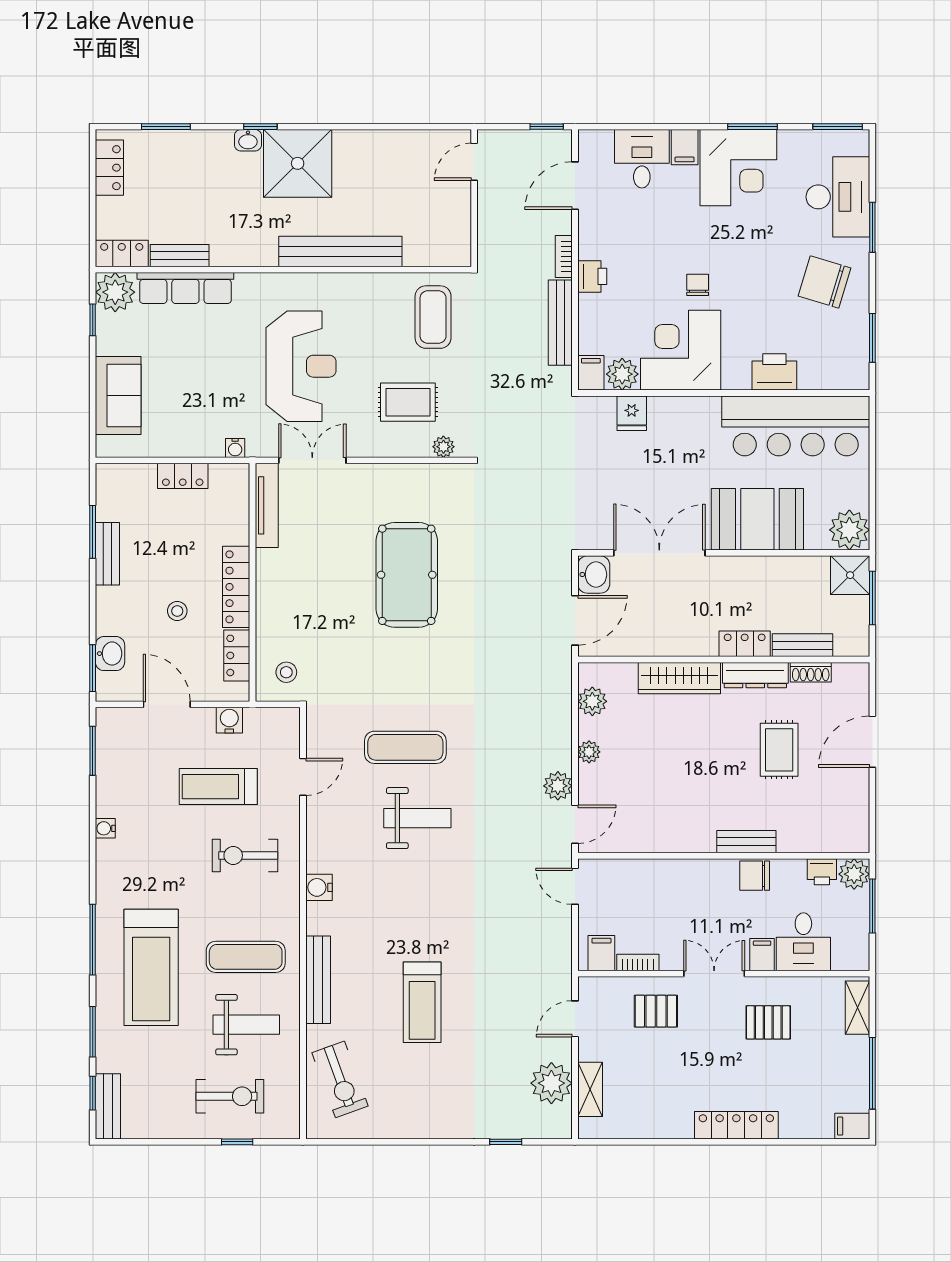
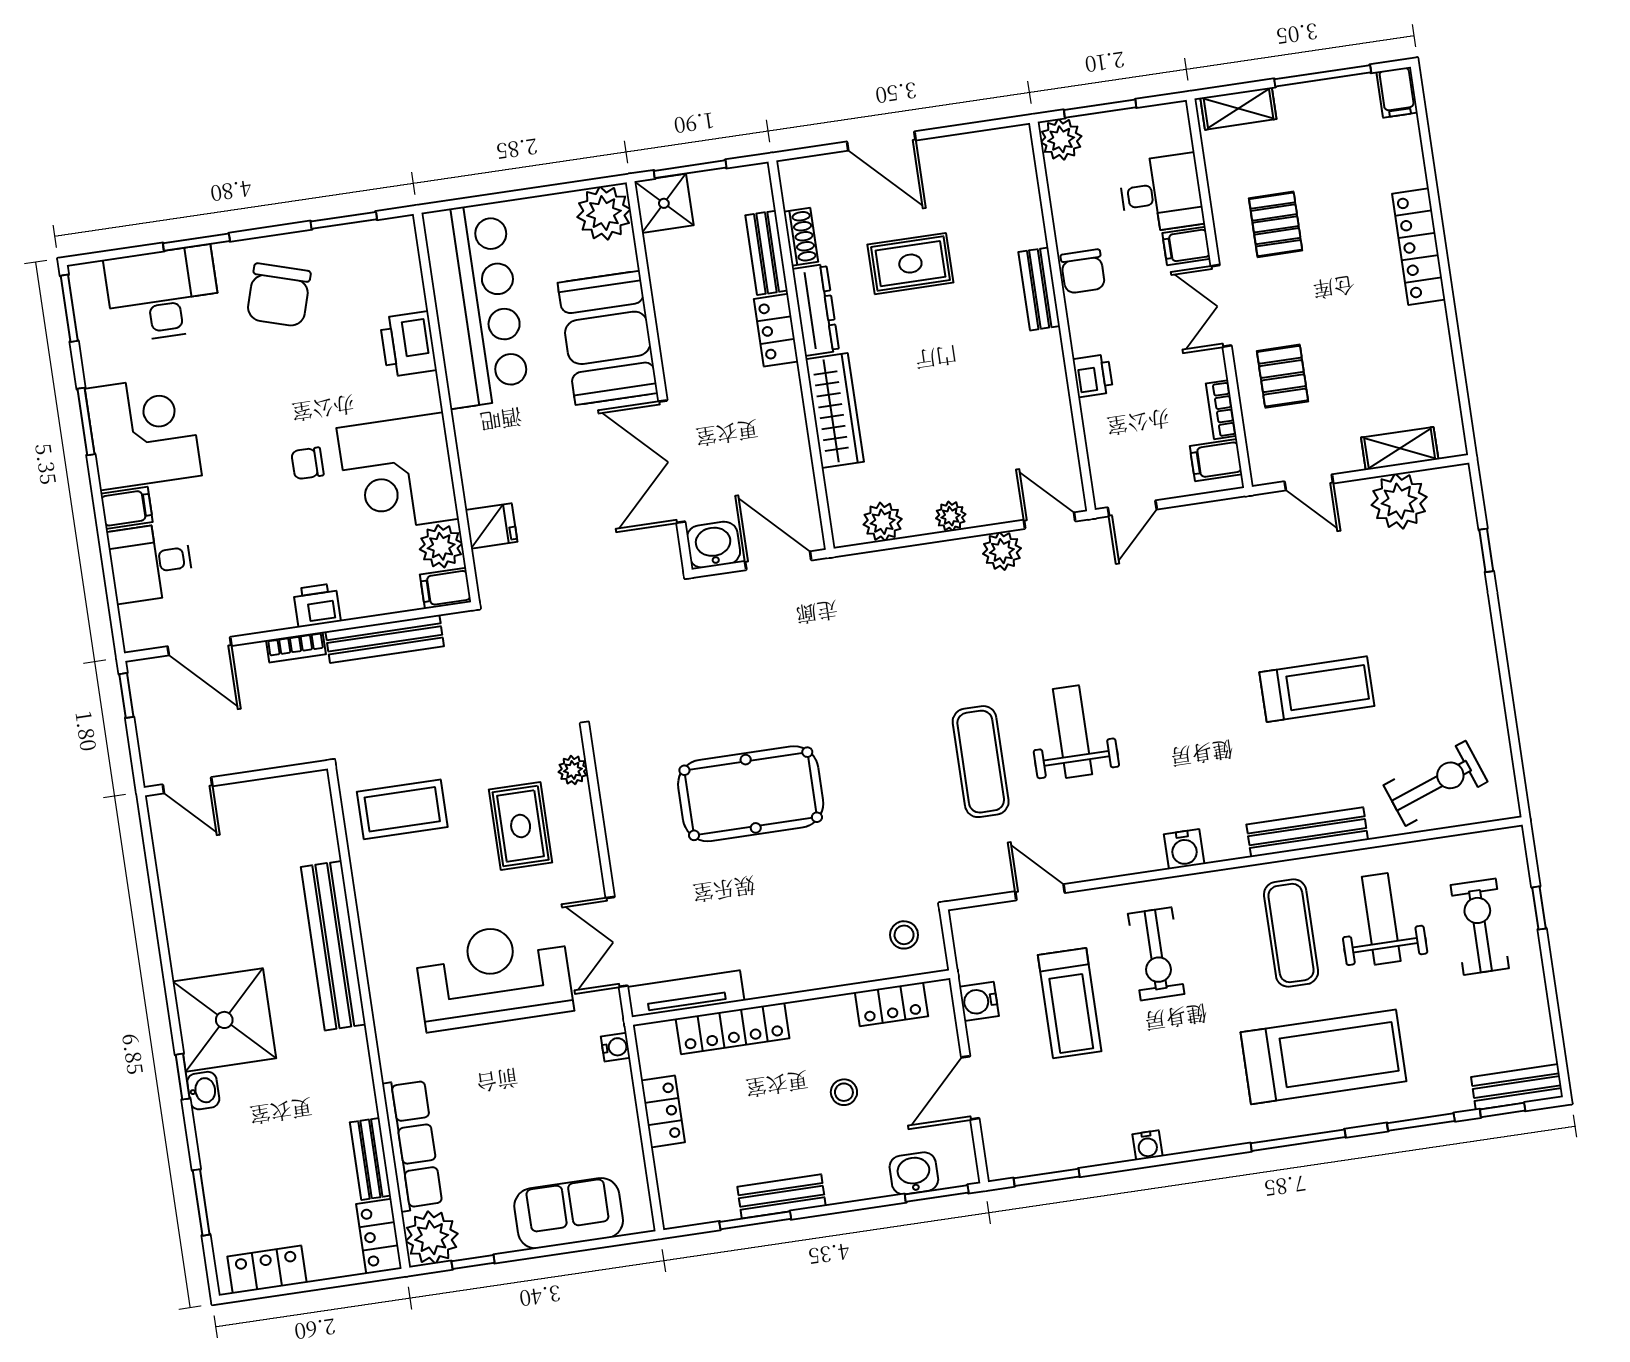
locker: (236, 587) -> (733, 1028), moved
printer: (822, 872) -> (1093, 376), moved

